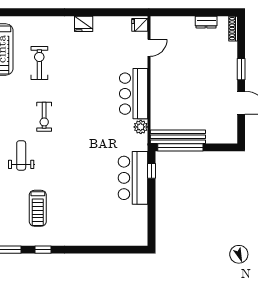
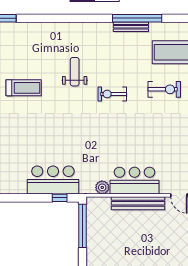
bench: (178, 137) -> (138, 203), moved, turned 90
weight bench: (21, 155) -> (75, 72), turned -90
treadmill: (38, 208) -> (24, 88), turned 180

